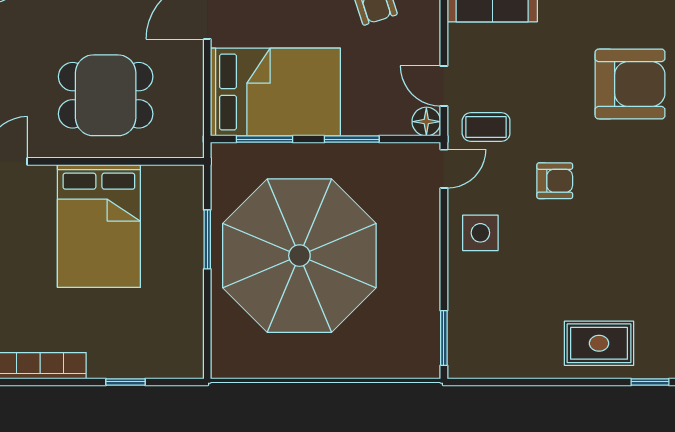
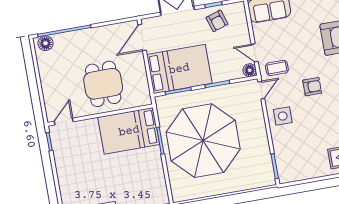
dining table: (106, 95) -> (103, 84), turned 90
bed: (99, 226) -> (129, 131), moved, turned 90

